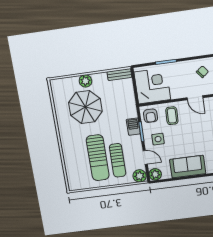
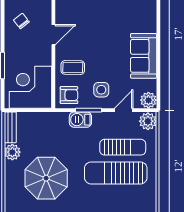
plant: (85, 81) -> (12, 152), moved
sun lounger: (98, 158) -> (116, 173), turned 180

